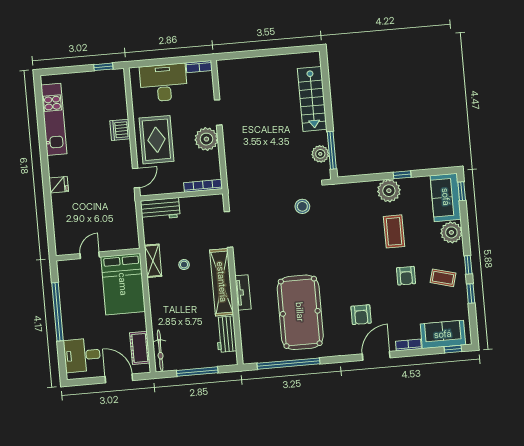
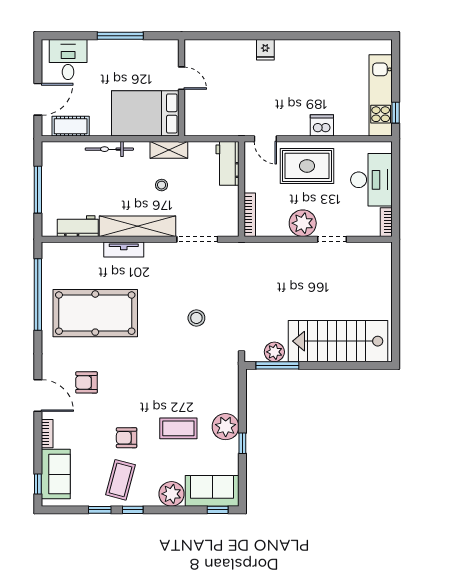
stairs: (312, 99) -> (338, 341), width x1.36, depth x1.51
kitchen unit: (54, 119) -> (381, 95), moved, turned 90
stool: (302, 206) -> (196, 318), moved
coffee table: (443, 278) -> (120, 480), width x1.36, depth x1.30
window: (58, 312) -> (120, 36), width x0.68
bicycle: (160, 351) -> (109, 149), moved

